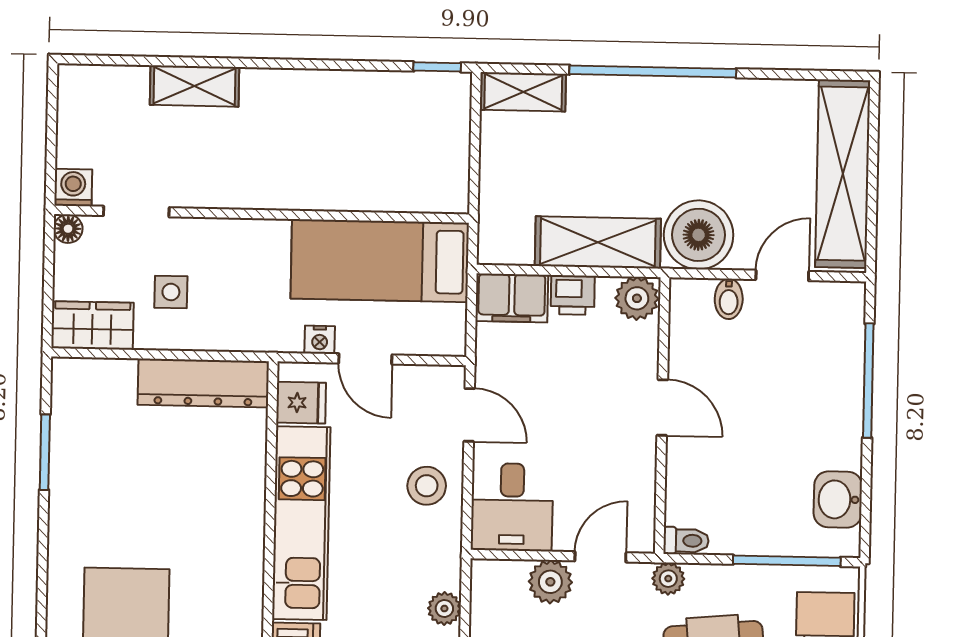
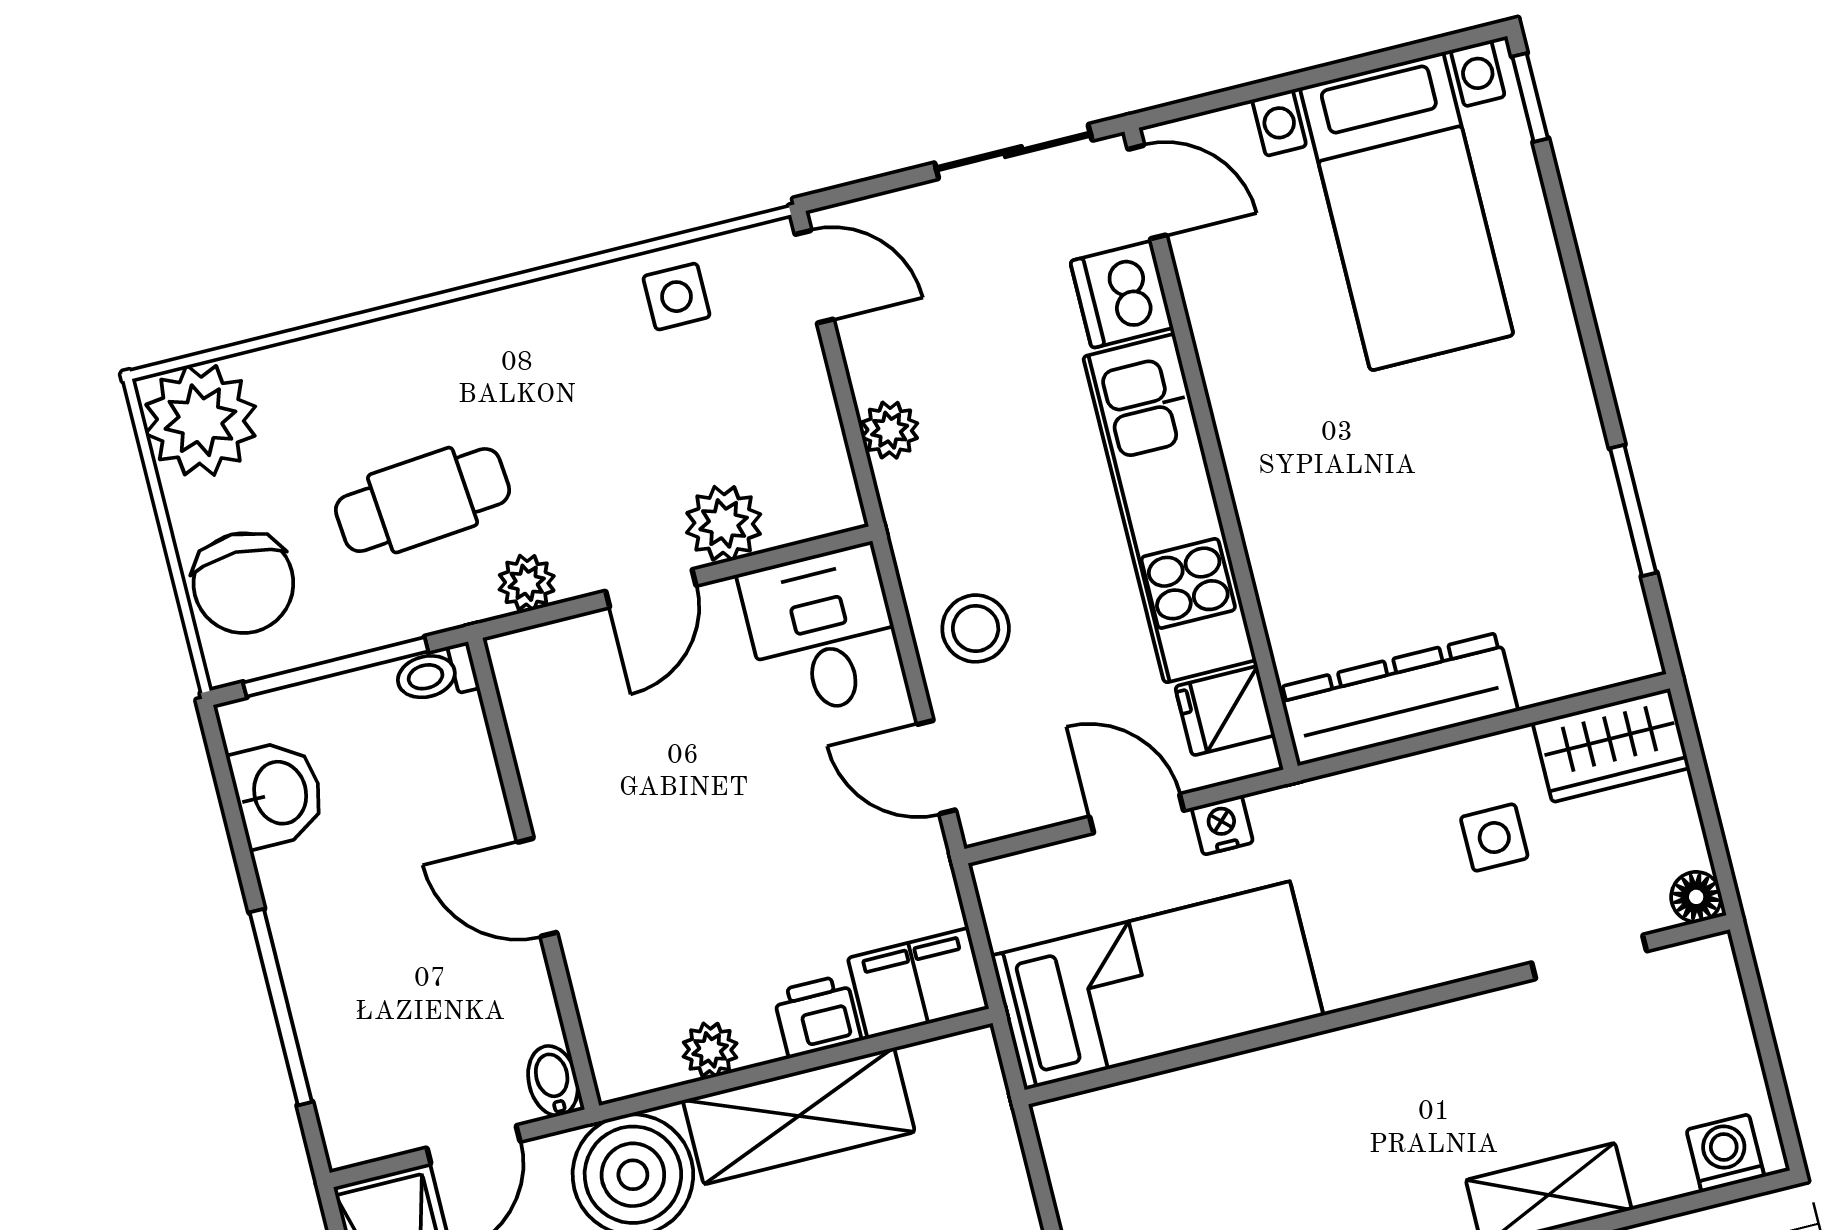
washing machine: (73, 188) -> (1725, 1153), moved, turned 180
plant: (637, 298) -> (710, 1050), width x0.73, depth x0.73
door: (662, 407) -> (537, 887), moved
wall: (662, 416) -> (534, 874), moved
toilet: (686, 541) -> (436, 674), moved

